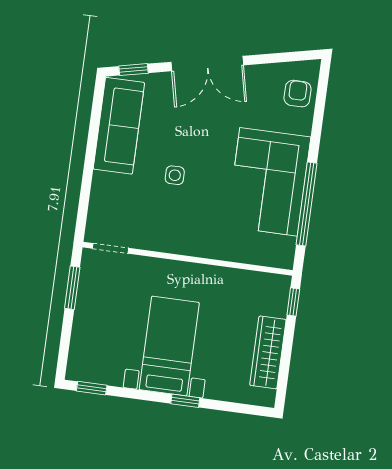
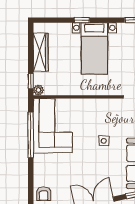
corner sofa: (269, 182) -> (53, 126), moved
plant: (281, 284) -> (38, 90), added

